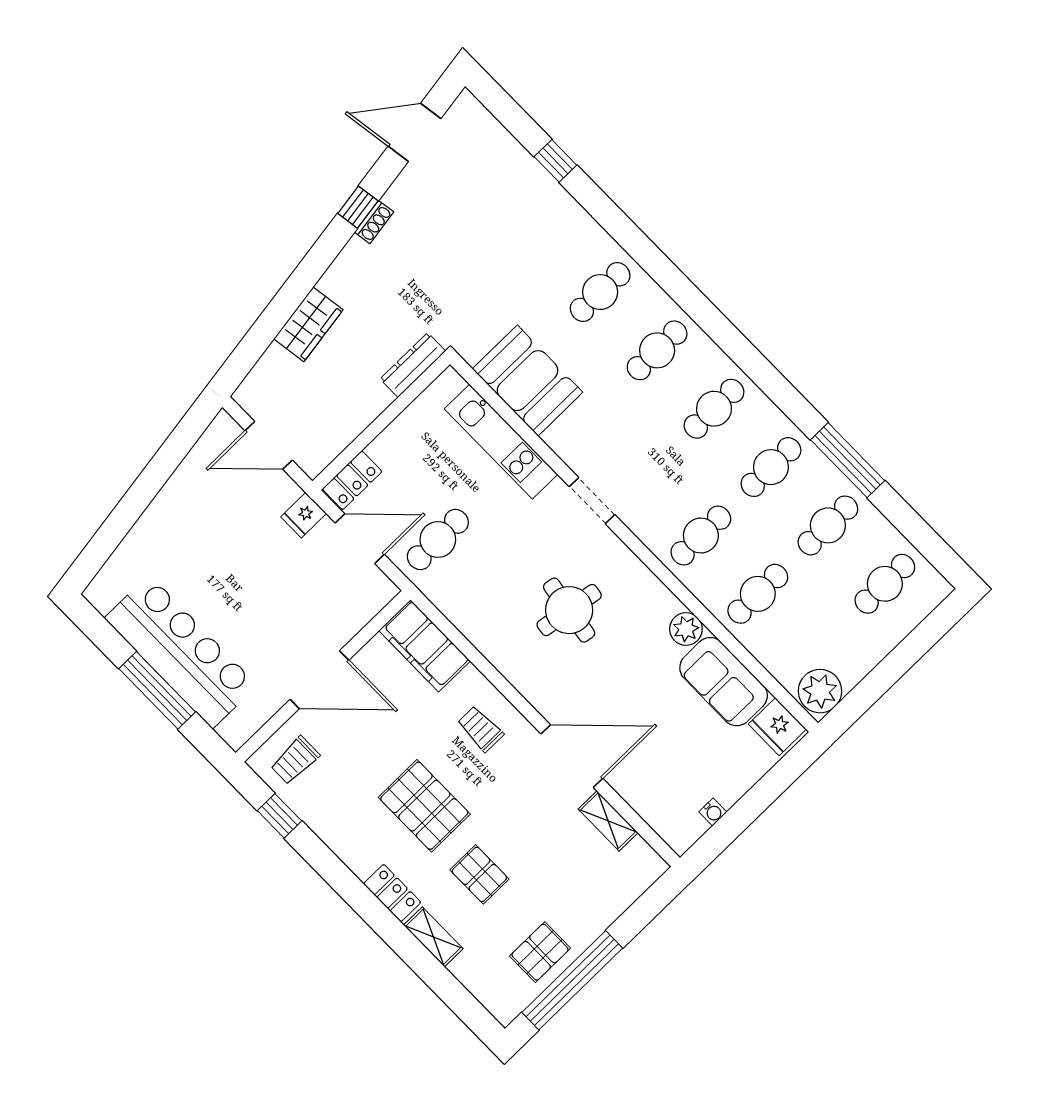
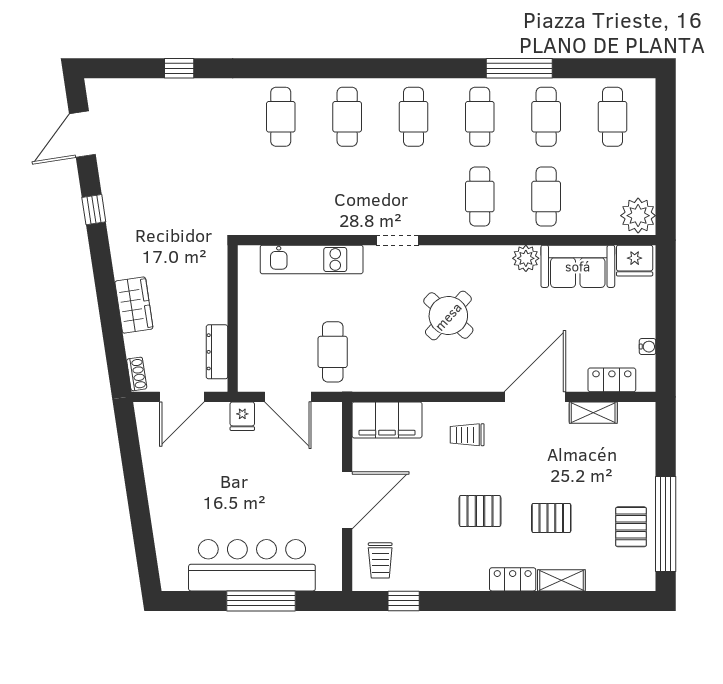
shoe rack: (374, 222) -> (137, 374), moved
dresser: (413, 365) -> (217, 352), moved
booth: (528, 381) -> (291, 209), removed
locker: (352, 480) -> (612, 380), moved, turned -90
door: (360, 539) -> (288, 397), swing flipped
round table: (569, 610) -> (448, 316), turned 33
pallet: (424, 806) -> (480, 511), width x0.67, depth x0.71

